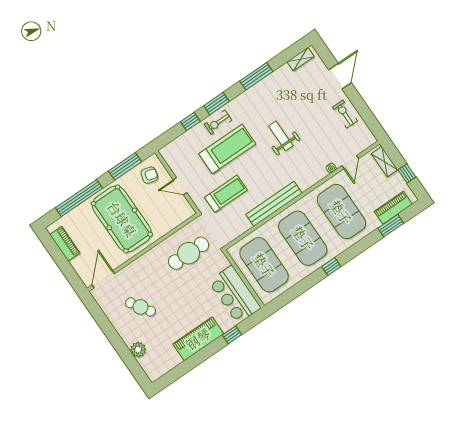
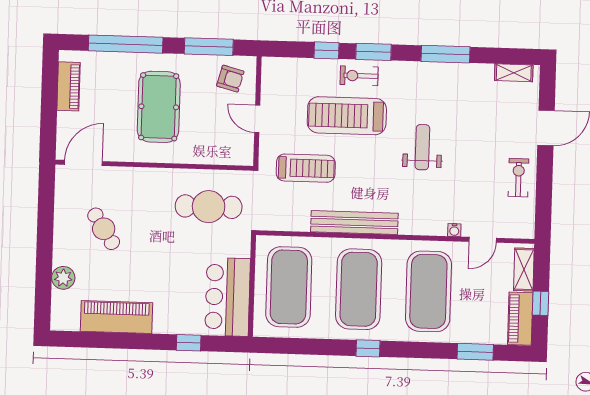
treadmill: (227, 149) -> (347, 116), turned 180
piano: (393, 208) -> (520, 319), moved, turned -90
pool table: (122, 219) -> (159, 107), width x0.73, depth x0.76
piano: (198, 339) -> (117, 317), moved

